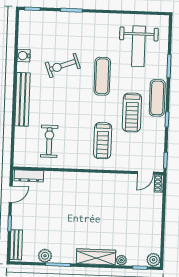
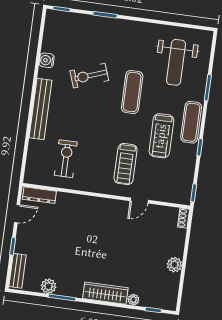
door: (145, 173) -> (139, 201), moved
plant: (153, 260) -> (174, 265), moved

